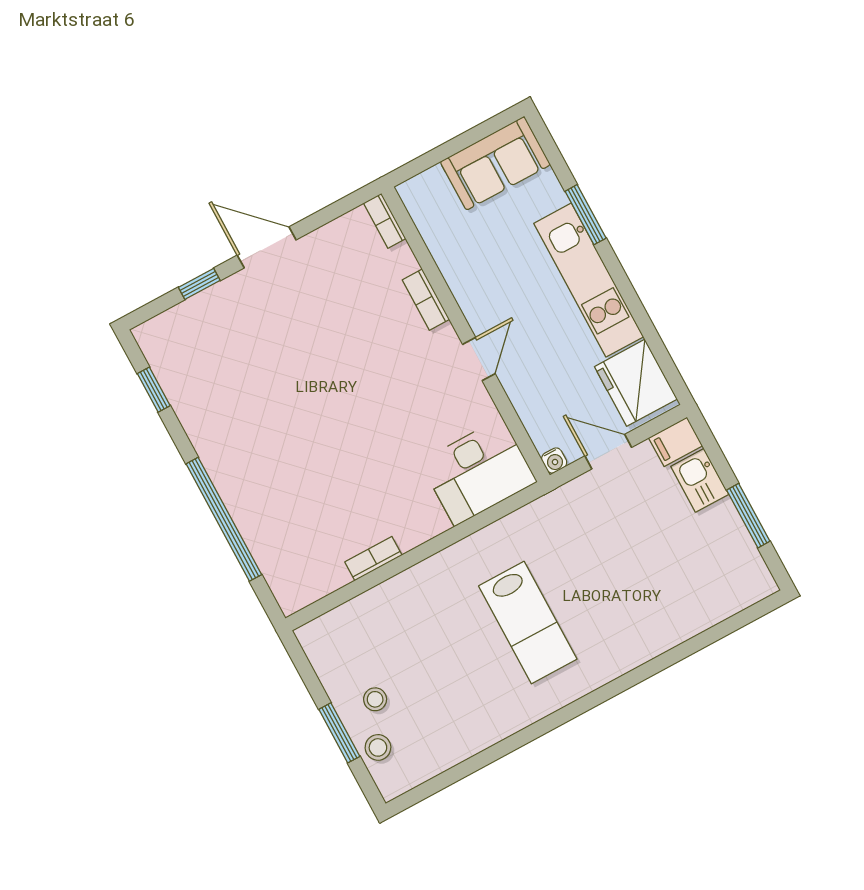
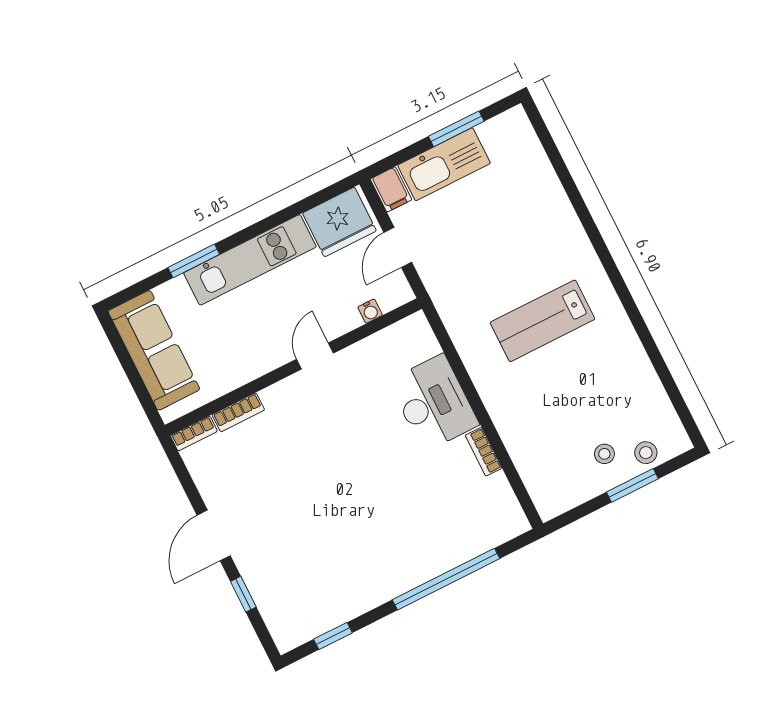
sofa: (495, 163) -> (154, 350), width x1.36
bookcase: (426, 300) -> (238, 412), moved
door: (479, 359) -> (315, 356), hinge flipped
water cooler: (554, 461) -> (370, 311), moved, turned 90
desk: (478, 472) -> (434, 403), moved
kitchen sink: (700, 480) -> (444, 164), width x1.88, depth x1.24
lab bench: (528, 623) -> (542, 321), turned 180

